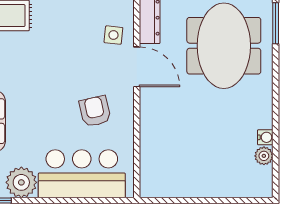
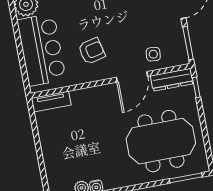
tv unit: (149, 174) -> (51, 101), added

